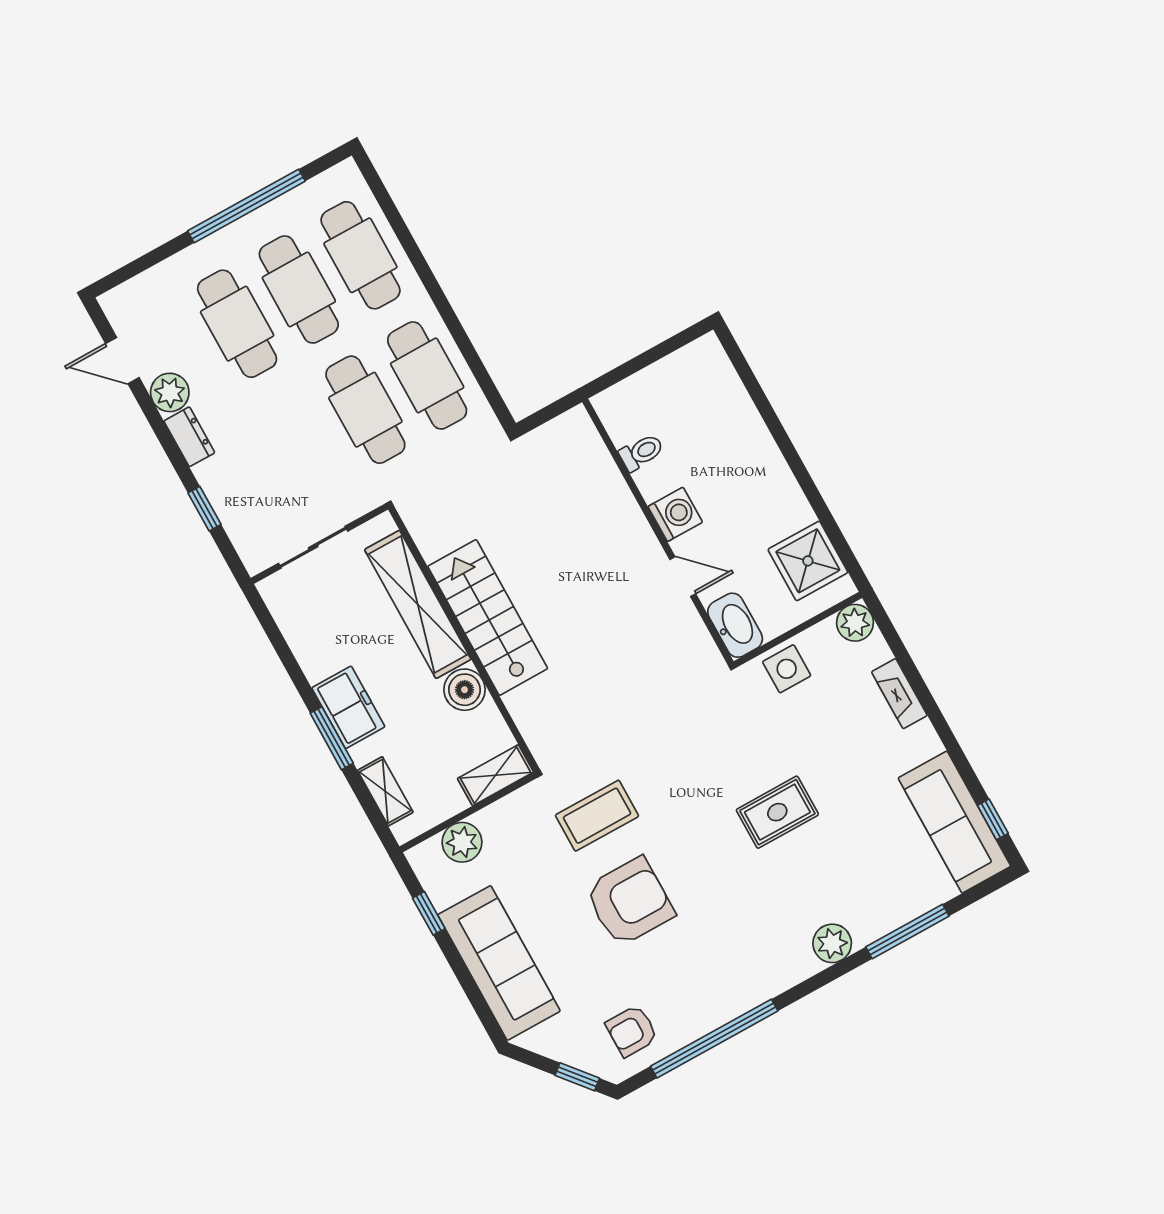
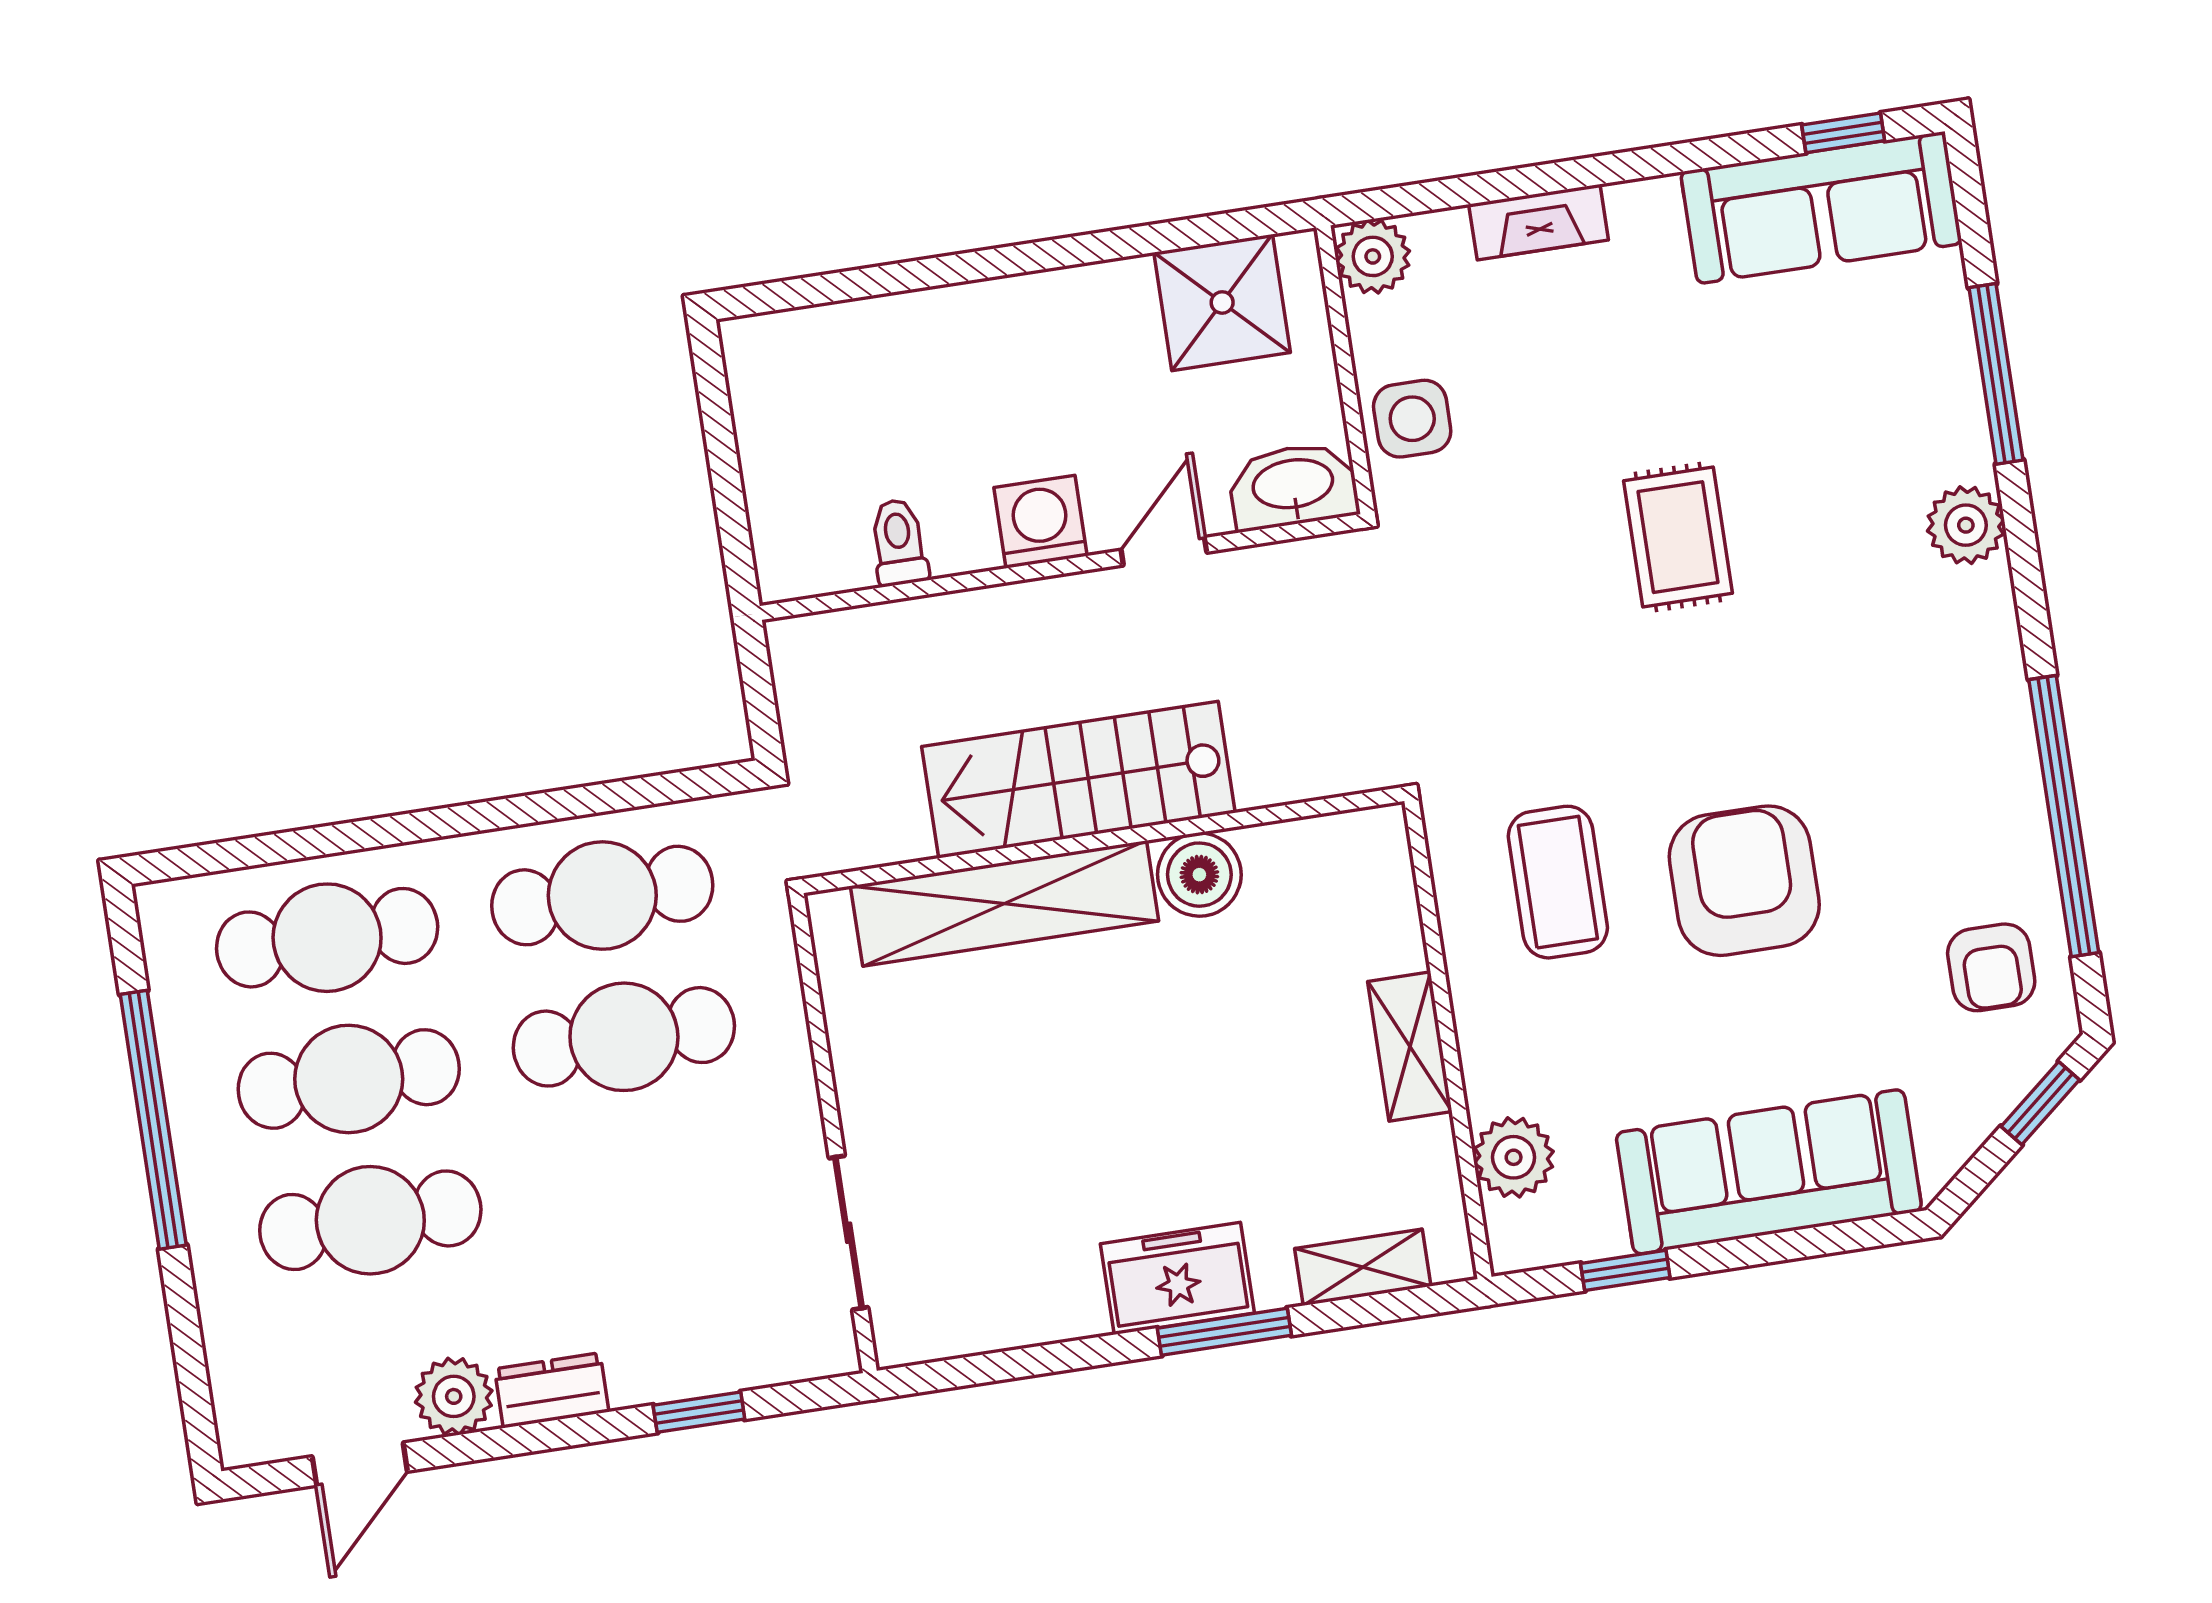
shelving: (418, 604) -> (1005, 903), moved
stairs: (488, 617) -> (1078, 780), moved
wall: (464, 639) -> (1103, 840), moved
boiler: (465, 690) -> (1199, 875), moved

